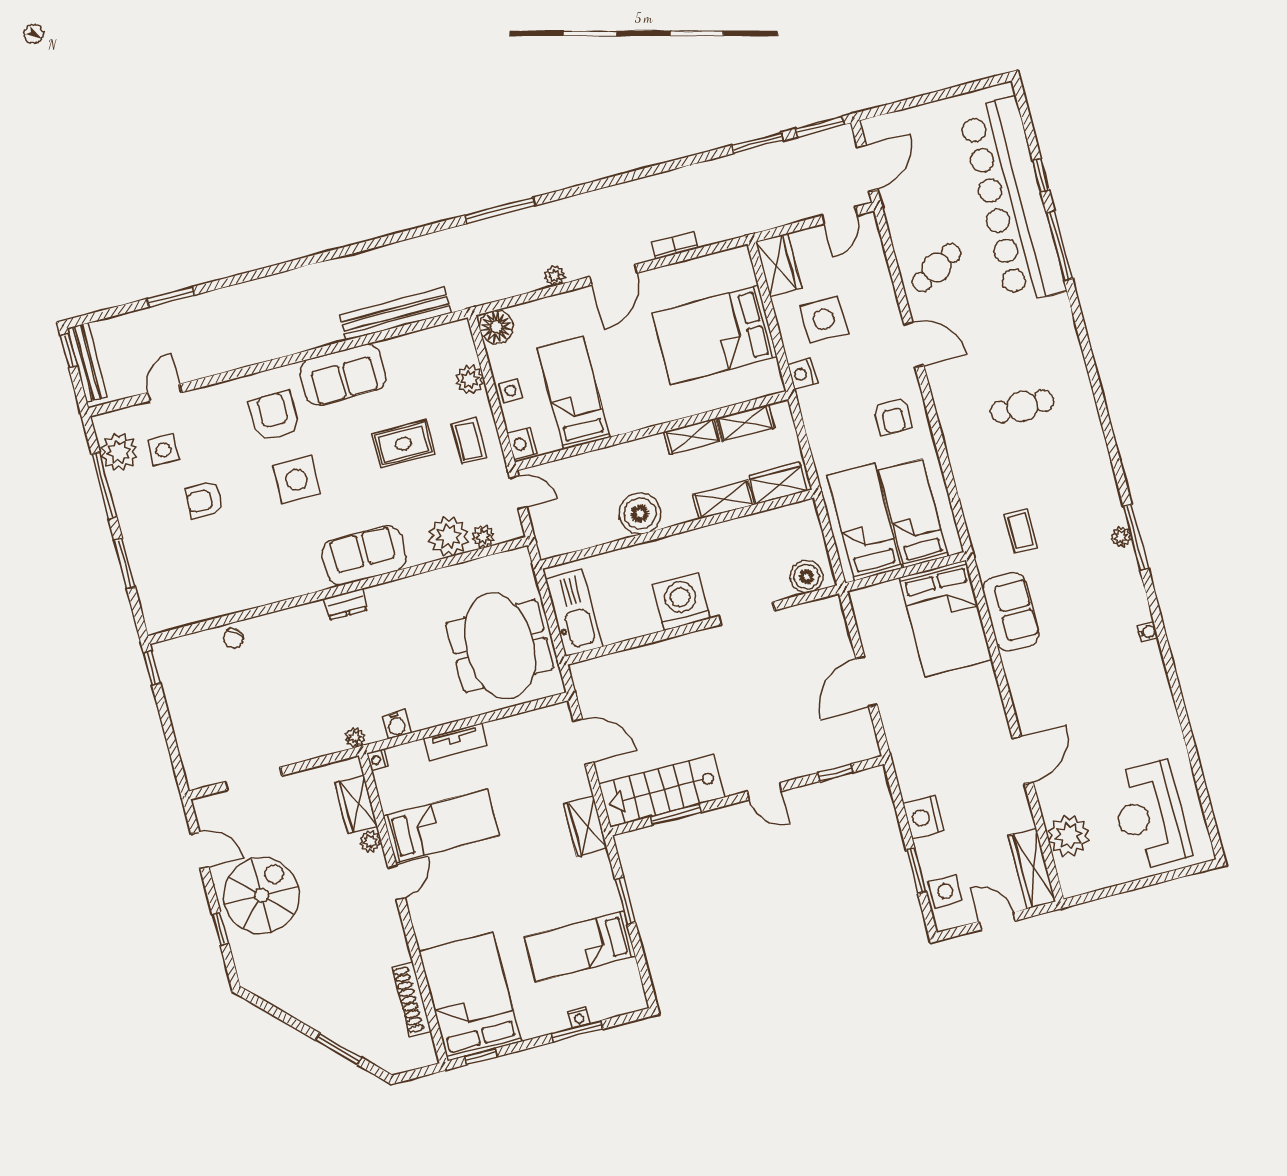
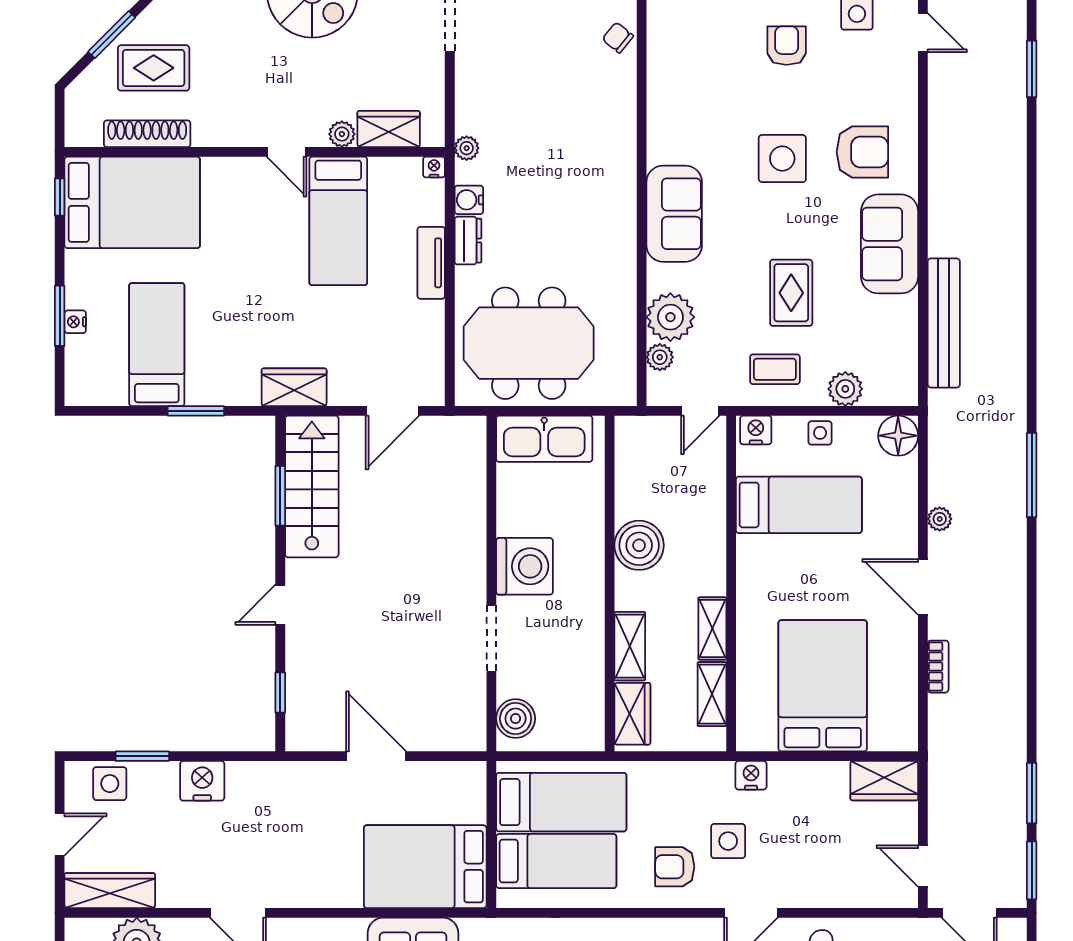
side table: (824, 319) -> (728, 841), moved, width x0.73, depth x0.73
dresser: (345, 604) -> (468, 241), moved, turned 180
rug: (357, 1008) -> (154, 68), added

